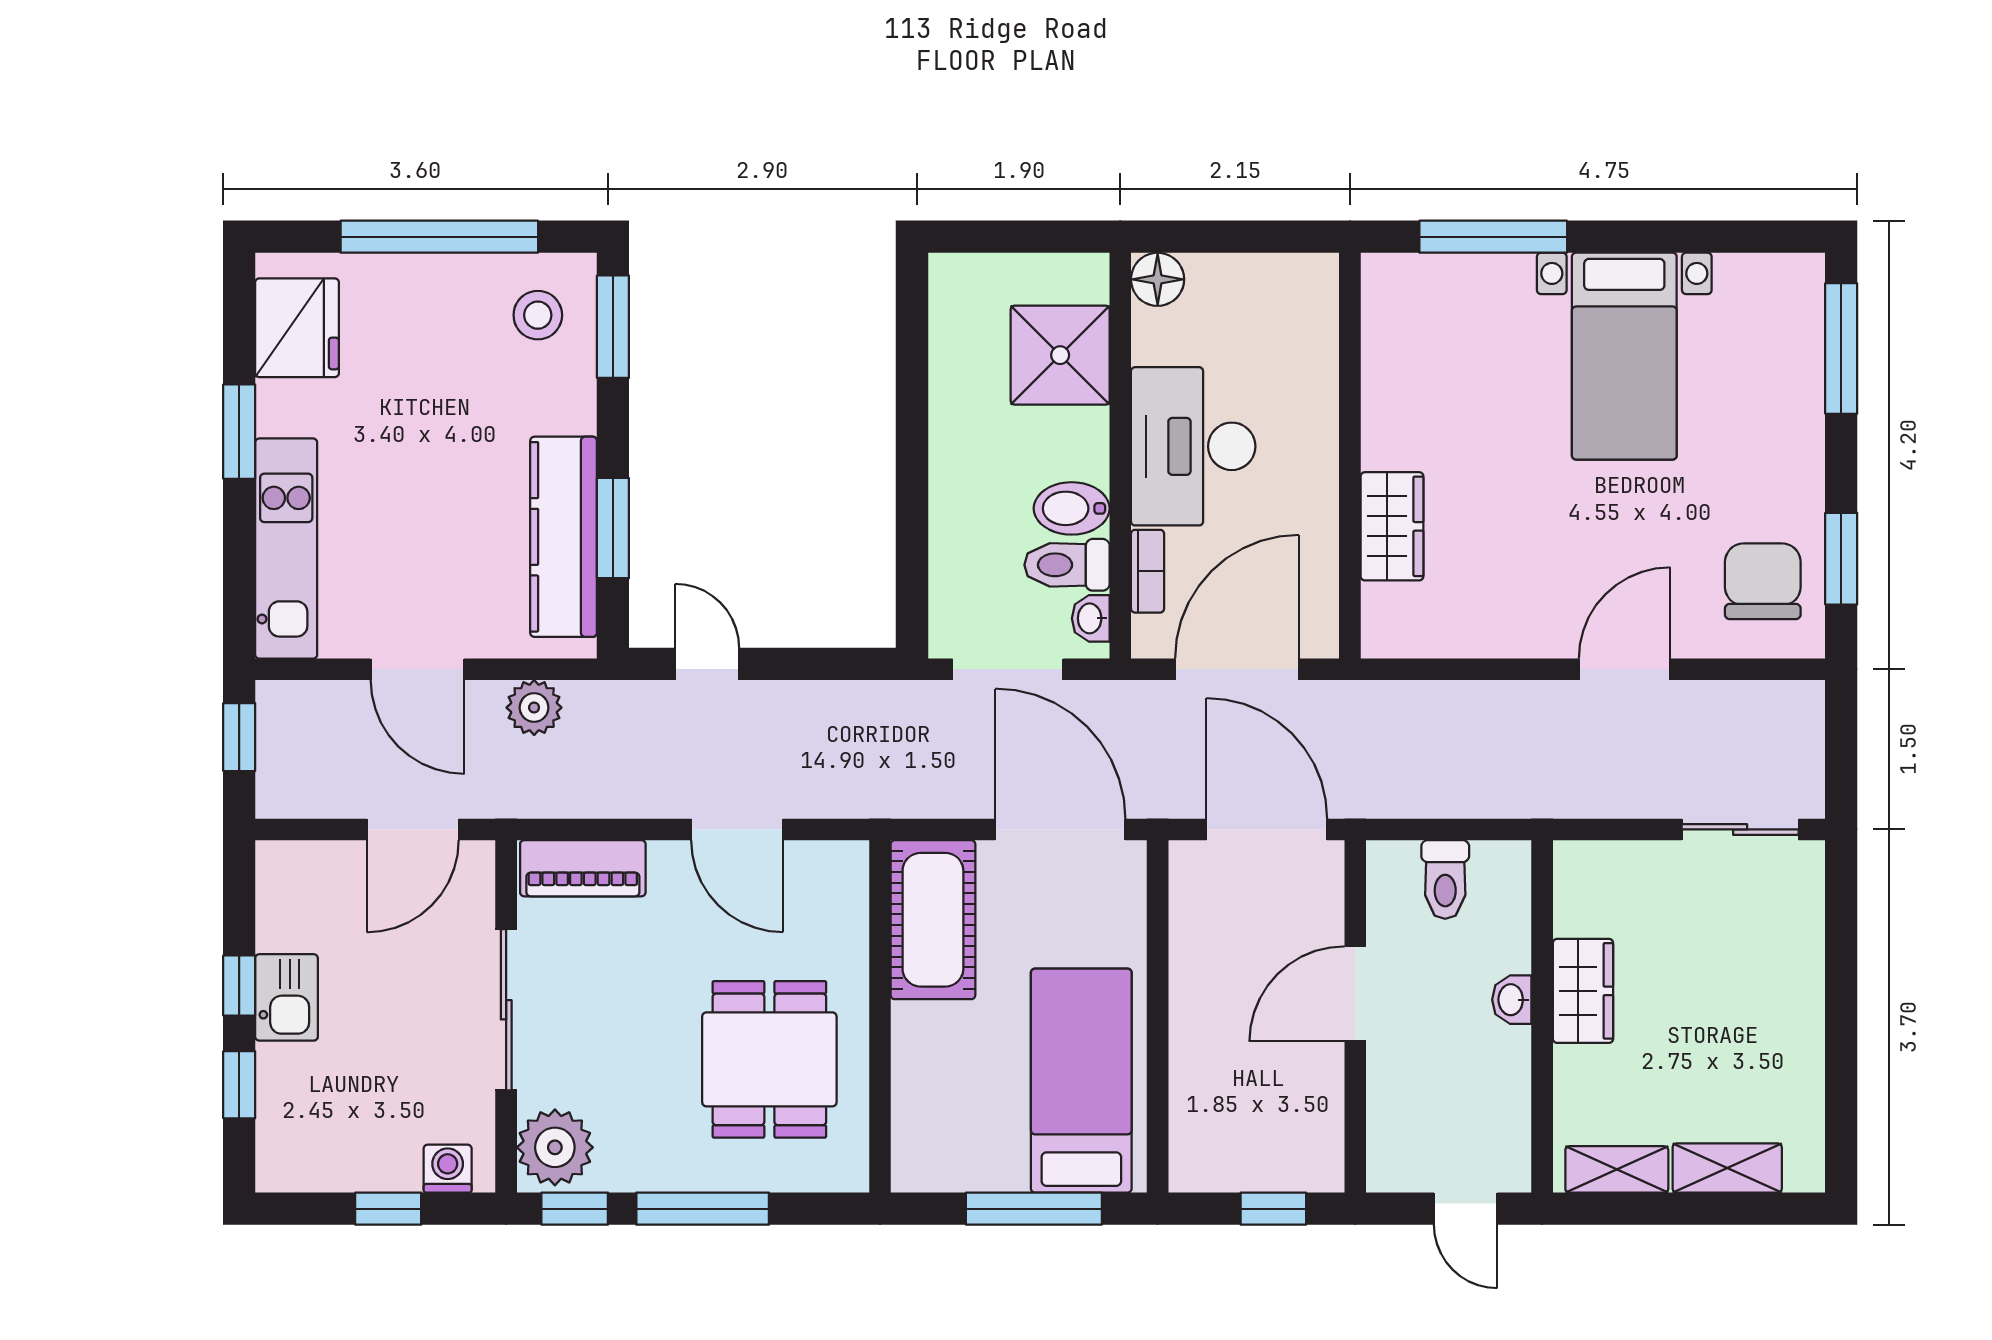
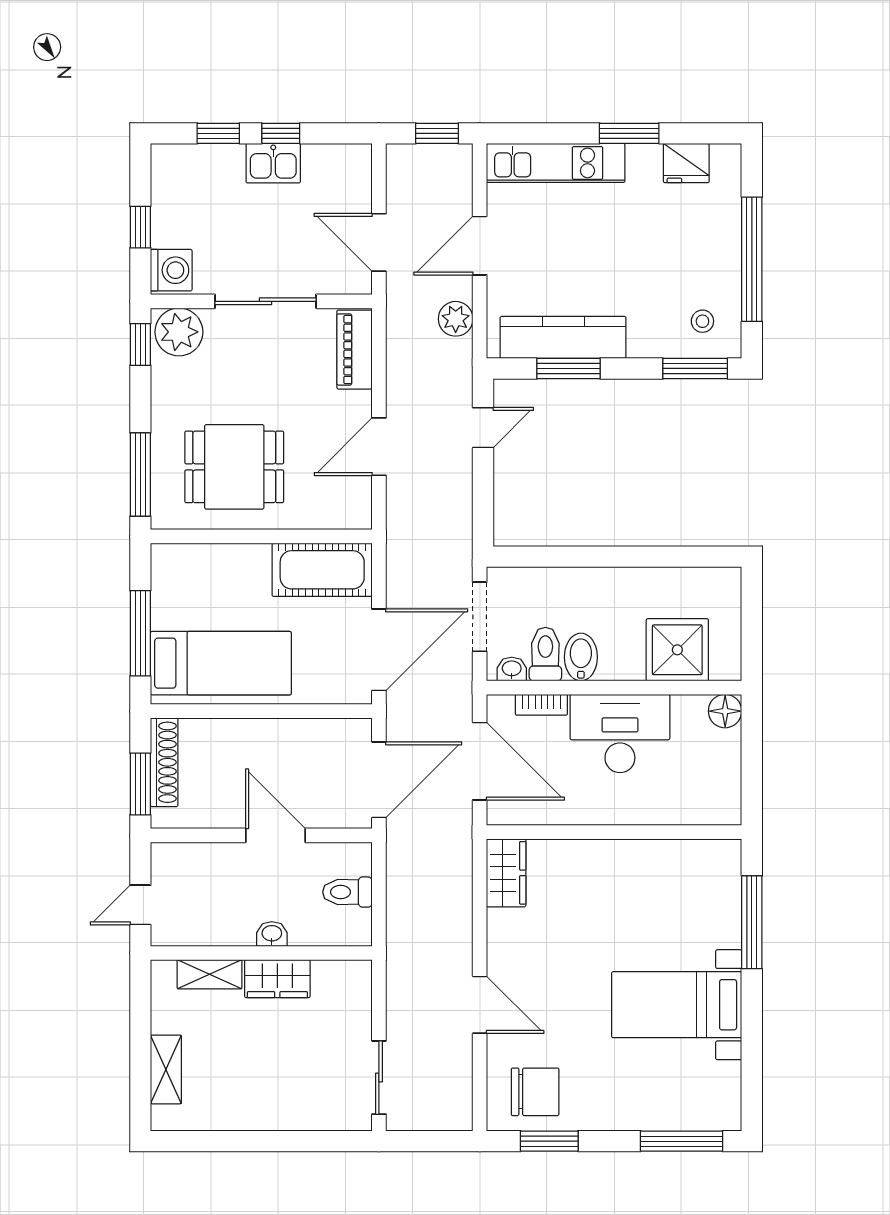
stool: (538, 315) -> (702, 321), width x0.73, depth x0.73
fridge: (297, 328) -> (686, 163), width x0.73, depth x0.75
wardrobe: (1392, 526) -> (506, 873), moved, turned -90
washing machine: (448, 1169) -> (171, 270), width x1.38, depth x1.38
shelving: (1617, 1169) -> (210, 974), moved, turned 90
shoe rack: (1239, 1171) -> (164, 762), added
window: (703, 1209) -> (140, 475), moved
window: (1273, 1209) -> (140, 784), width x1.50

